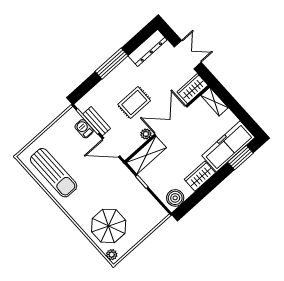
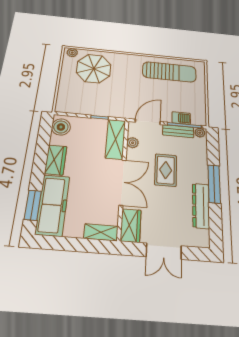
dresser: (148, 48) -> (201, 206), moved
plant: (82, 106) -> (200, 133), added
plant: (146, 134) -> (133, 143), moved
sun lounger: (54, 173) -> (169, 72), turned 180

